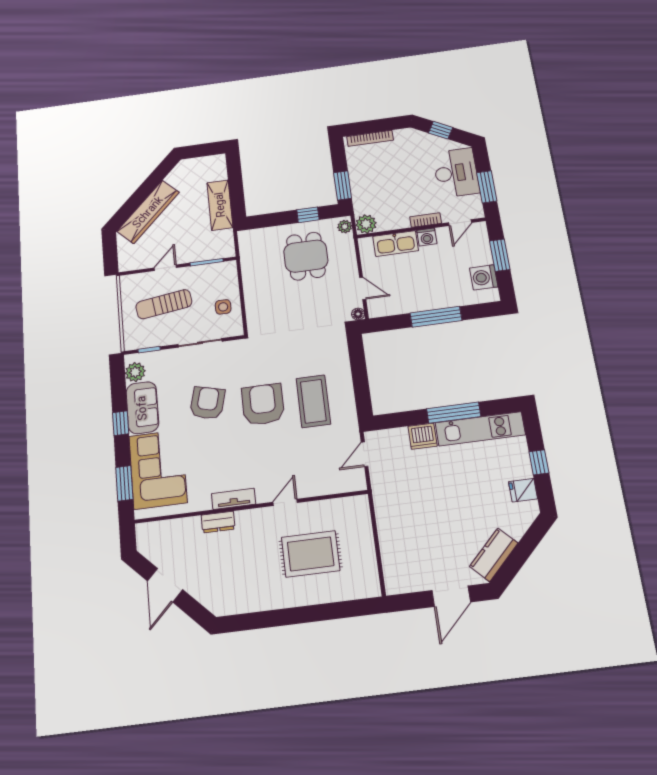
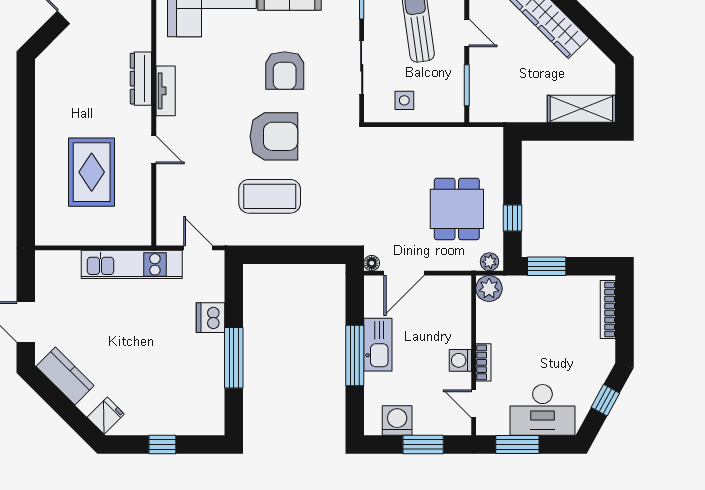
shelving: (220, 205) -> (581, 109), moved
kitchen sink: (396, 243) -> (378, 345), moved, turned 180
dining table: (306, 256) -> (457, 209), turned 90
door: (363, 288) -> (404, 273), width x1.38
armchair: (207, 403) -> (285, 71), turned 76
kitchen unit: (480, 429) -> (132, 264), moved, turned -90
fridge: (523, 490) -> (106, 416), moved, turned 45
dresser: (218, 522) -> (141, 79), width x1.44

